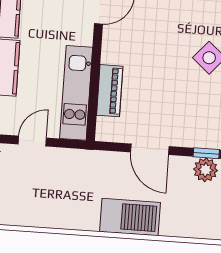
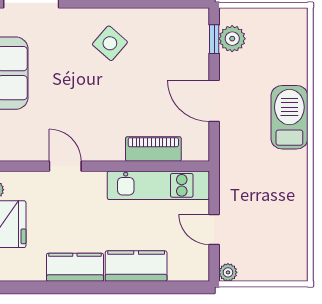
door: (150, 149) -> (214, 101), swing flipped

